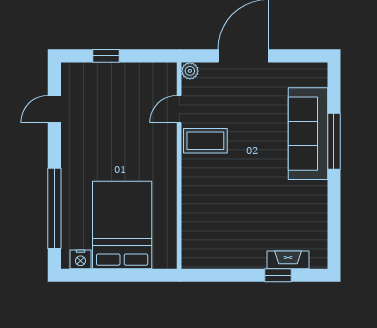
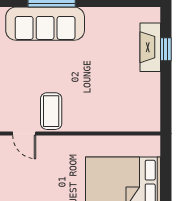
fireplace: (288, 260) -> (150, 47), width x1.37, depth x1.32

